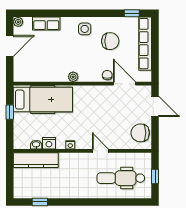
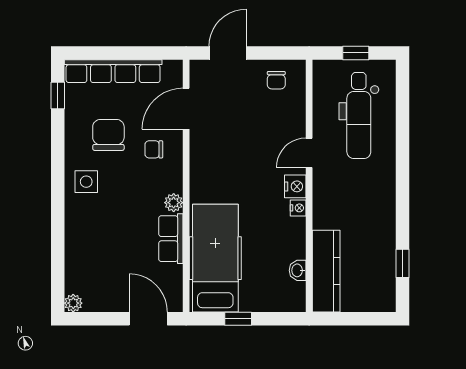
row of seats: (46, 23) -> (171, 239), moved, turned 180
door: (10, 46) -> (148, 319), moved
chair: (107, 75) -> (154, 149), moved
chair: (140, 133) -> (276, 80), width x0.54, depth x0.54
nightstand: (49, 143) -> (295, 186), moved

